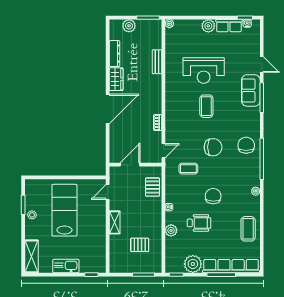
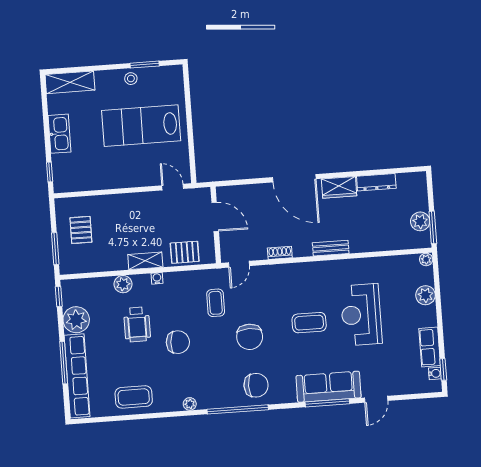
plant: (129, 26) -> (420, 221), moved
plant: (208, 26) -> (425, 295), moved
bench: (157, 62) -> (331, 248), moved
sofa: (251, 90) -> (329, 387), width x1.36
door: (163, 151) -> (239, 264), hinge flipped
lab bench: (64, 210) -> (141, 126), turned 180
shelving: (115, 222) -> (145, 261), moved
pallet: (140, 245) -> (81, 230), moved

